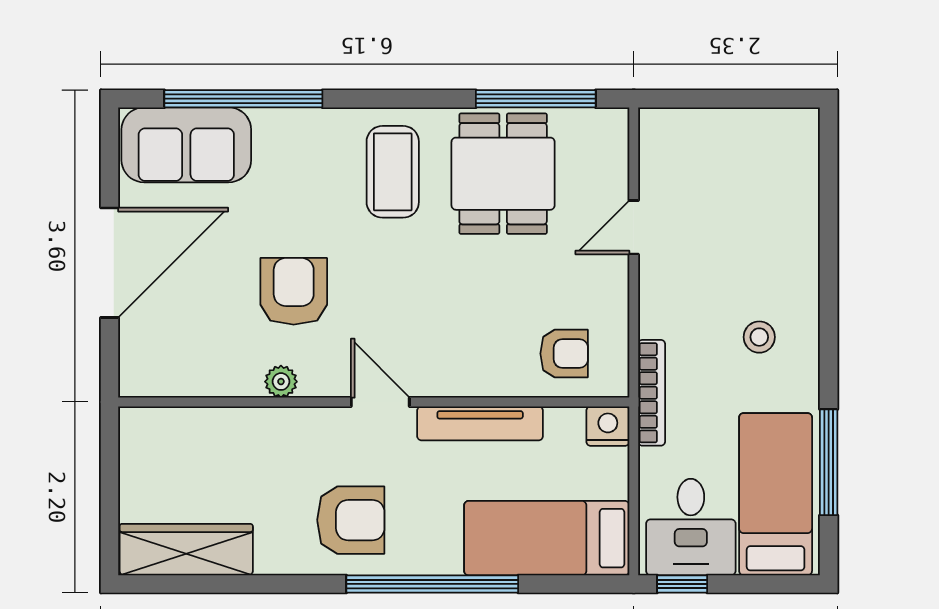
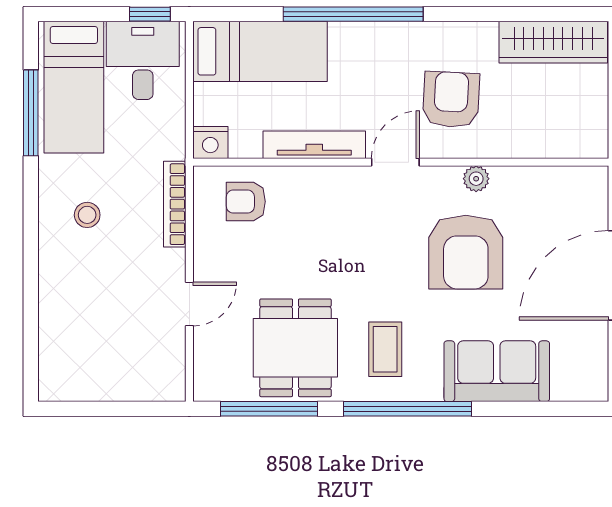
window: (243, 99) -> (408, 409), moved
sofa: (186, 145) -> (497, 371), moved
coffee table: (393, 172) -> (385, 349), width x0.73, depth x0.77
armchair: (294, 291) -> (466, 252), width x1.36, depth x1.36
bookcase: (652, 393) -> (175, 204), moved
door: (380, 402) -> (395, 162), swing flipped
armchair: (351, 520) -> (451, 100), moved, turned 93

